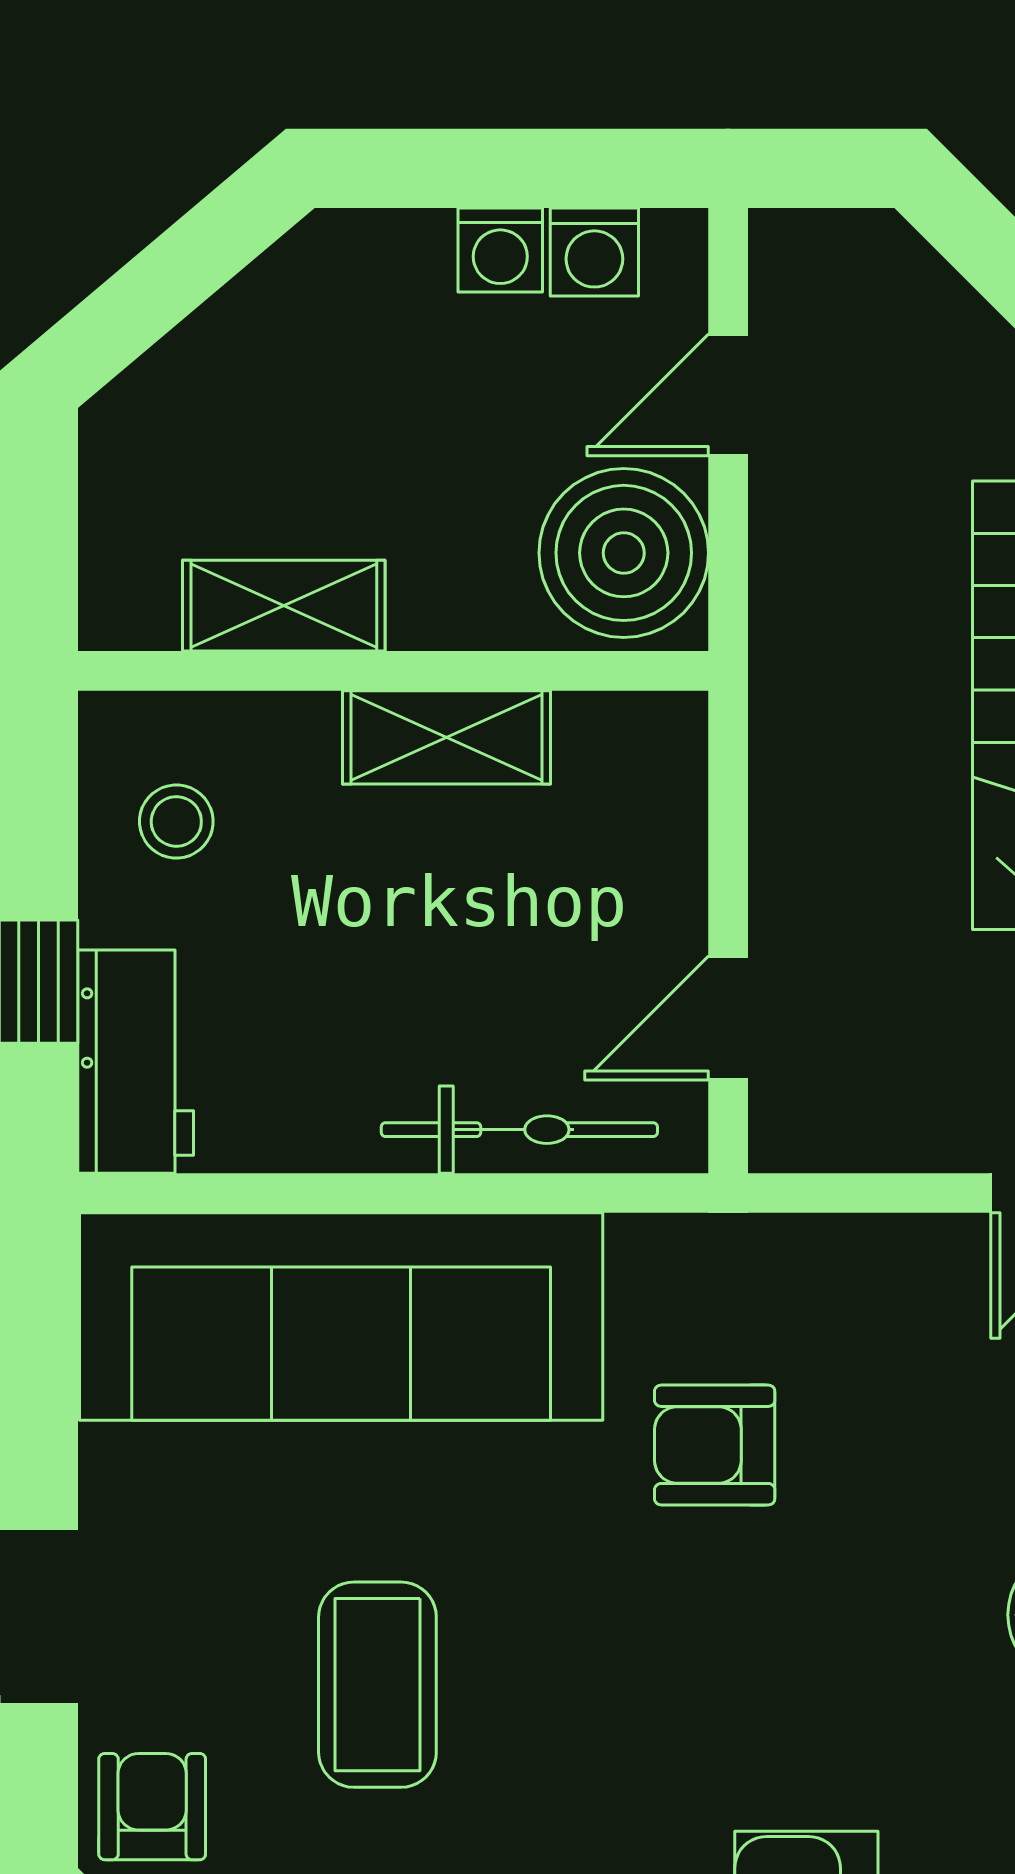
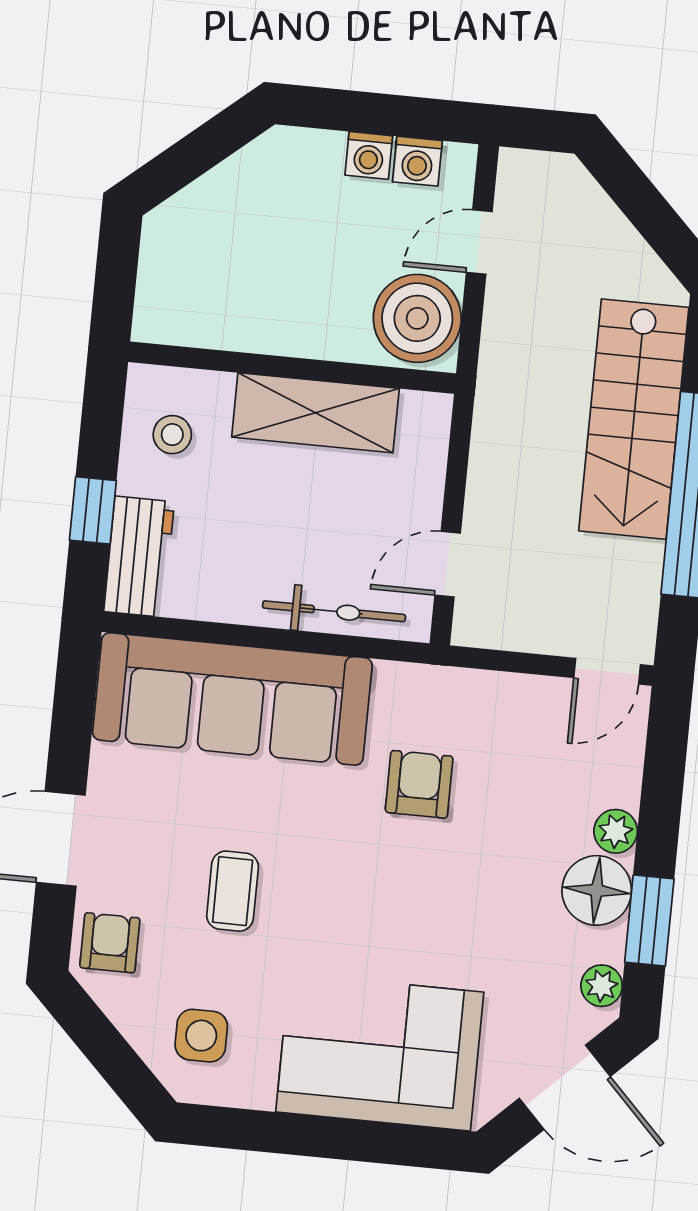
shelving: (284, 606) -> (239, 328), removed
shelving: (447, 737) -> (315, 413), width x1.50, depth x1.33
armchair: (715, 1445) -> (419, 784), turned 90
coffee table: (377, 1685) -> (233, 891), width x0.73, depth x0.77

